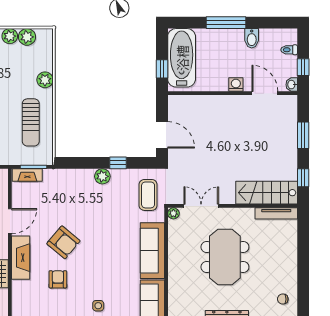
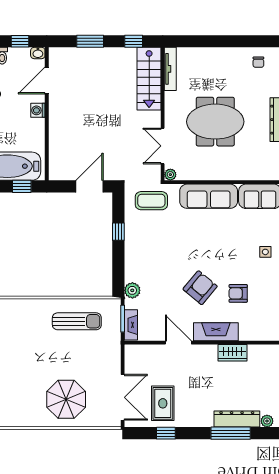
plant: (45, 80) -> (33, 307), removed
plant: (102, 176) -> (132, 290), moved

